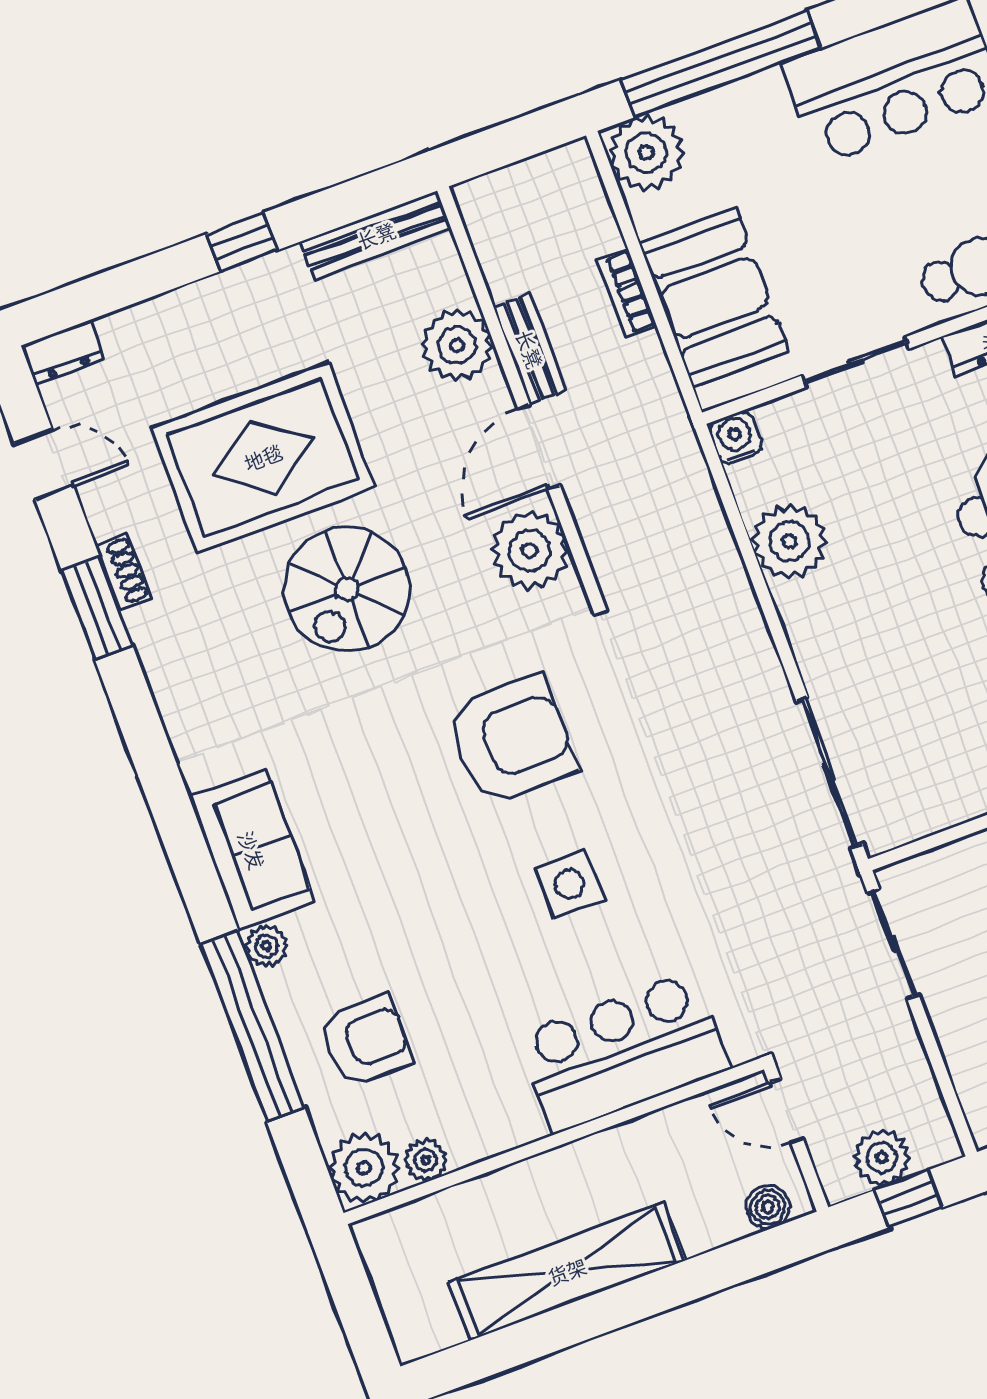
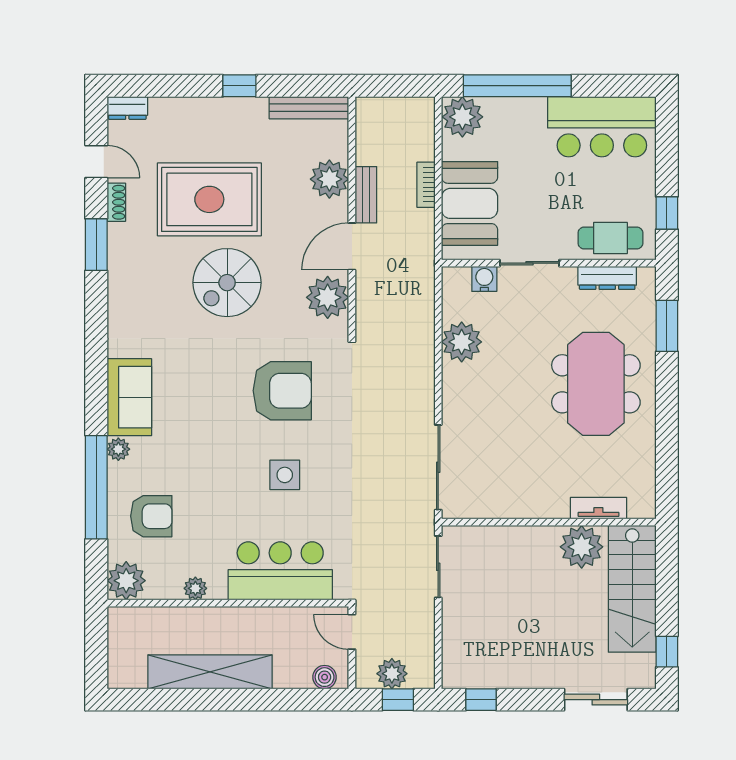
water cooler: (736, 438) -> (484, 279), moved
shoe rack: (123, 572) -> (116, 202), moved
plant: (426, 1160) -> (195, 588), moved

